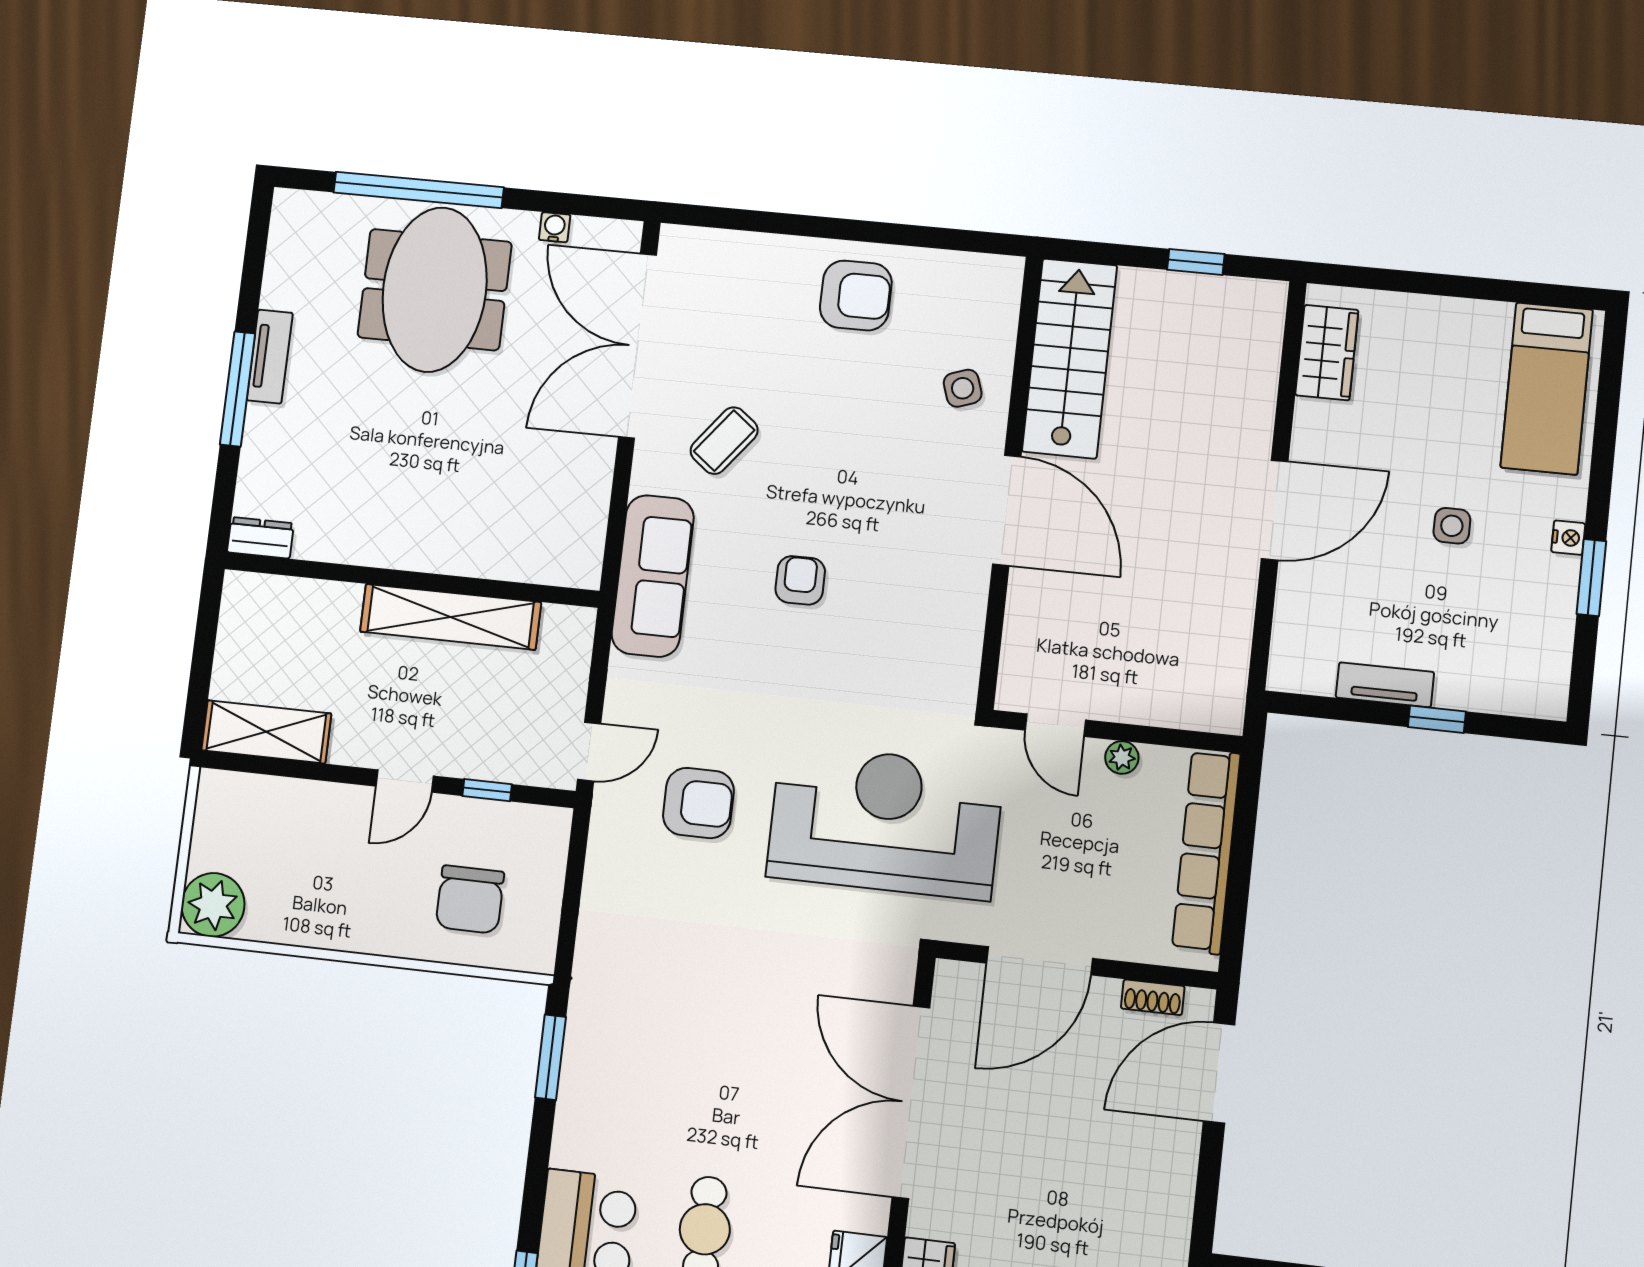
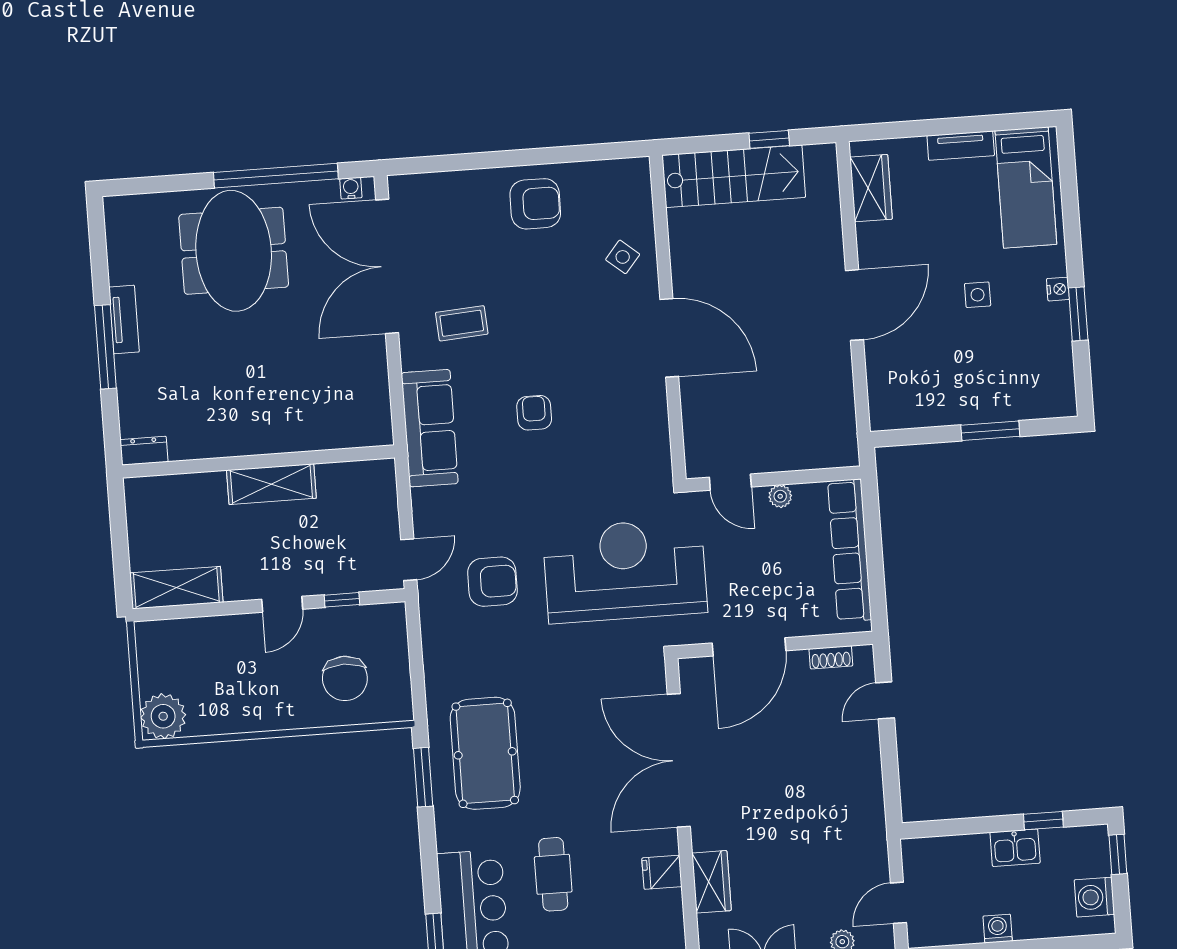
window: (419, 190) -> (276, 176), moved
water cooler: (555, 227) -> (351, 188), moved
stairs: (1070, 358) -> (734, 176), moved, turned 90
side table: (963, 388) -> (623, 257), turned -31
coffee table: (724, 441) -> (462, 323), turned 48
shelving: (450, 617) -> (271, 484), width x0.68
tv unit: (1385, 685) -> (961, 146), moved, turned 180
window: (1437, 719) -> (990, 431), width x1.50
pool table: (643, 1040) -> (485, 753), added
door: (1219, 1073) -> (885, 700), width x0.53

